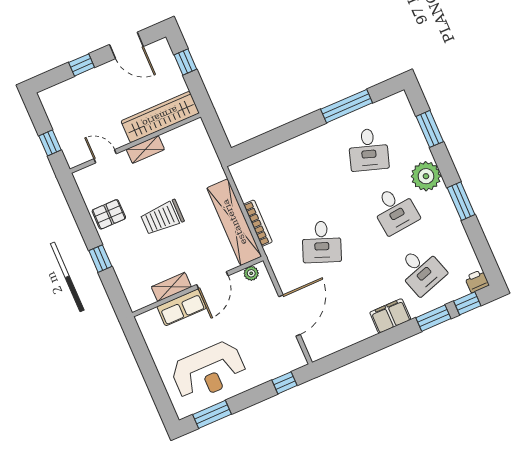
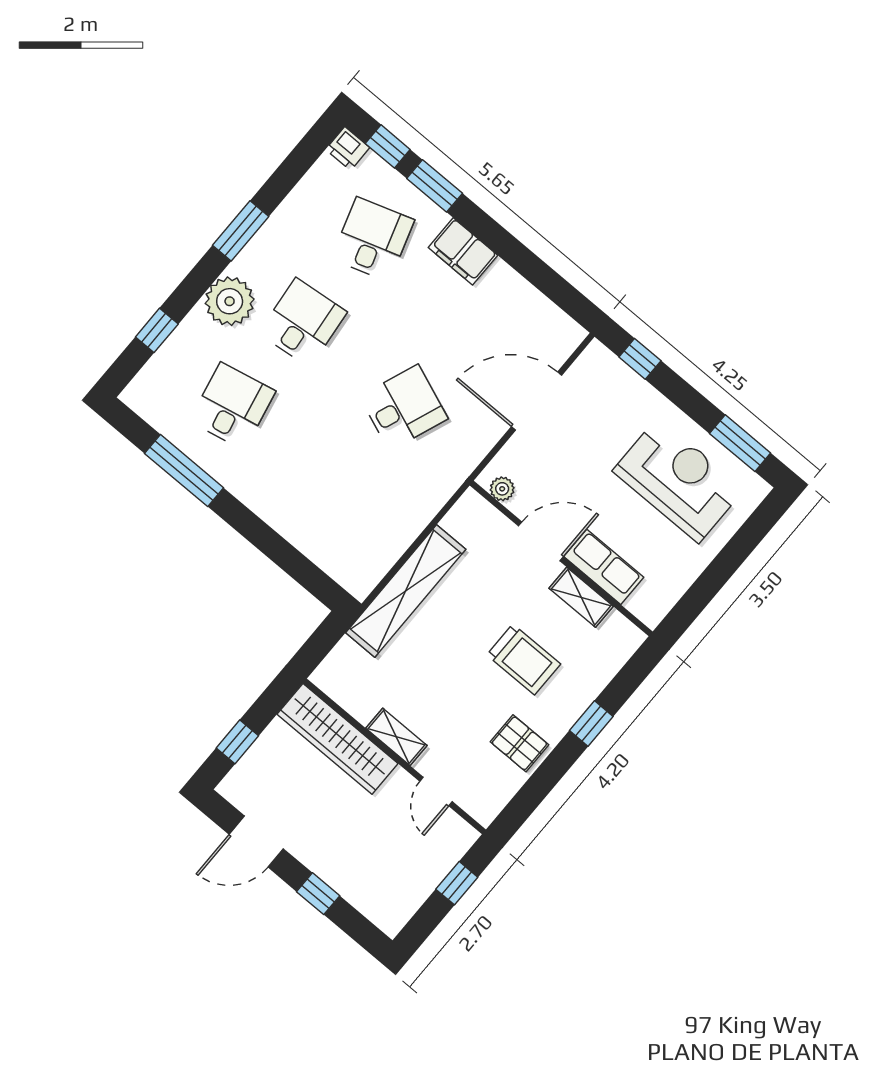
door: (126, 45) -> (256, 842), swing flipped
window: (430, 129) -> (157, 330), width x0.67
desk: (368, 150) -> (232, 406), turned -30
trolley: (162, 218) -> (524, 659), moved
shelving: (234, 222) -> (406, 591), moved
bookcase: (258, 223) -> (423, 516), removed

